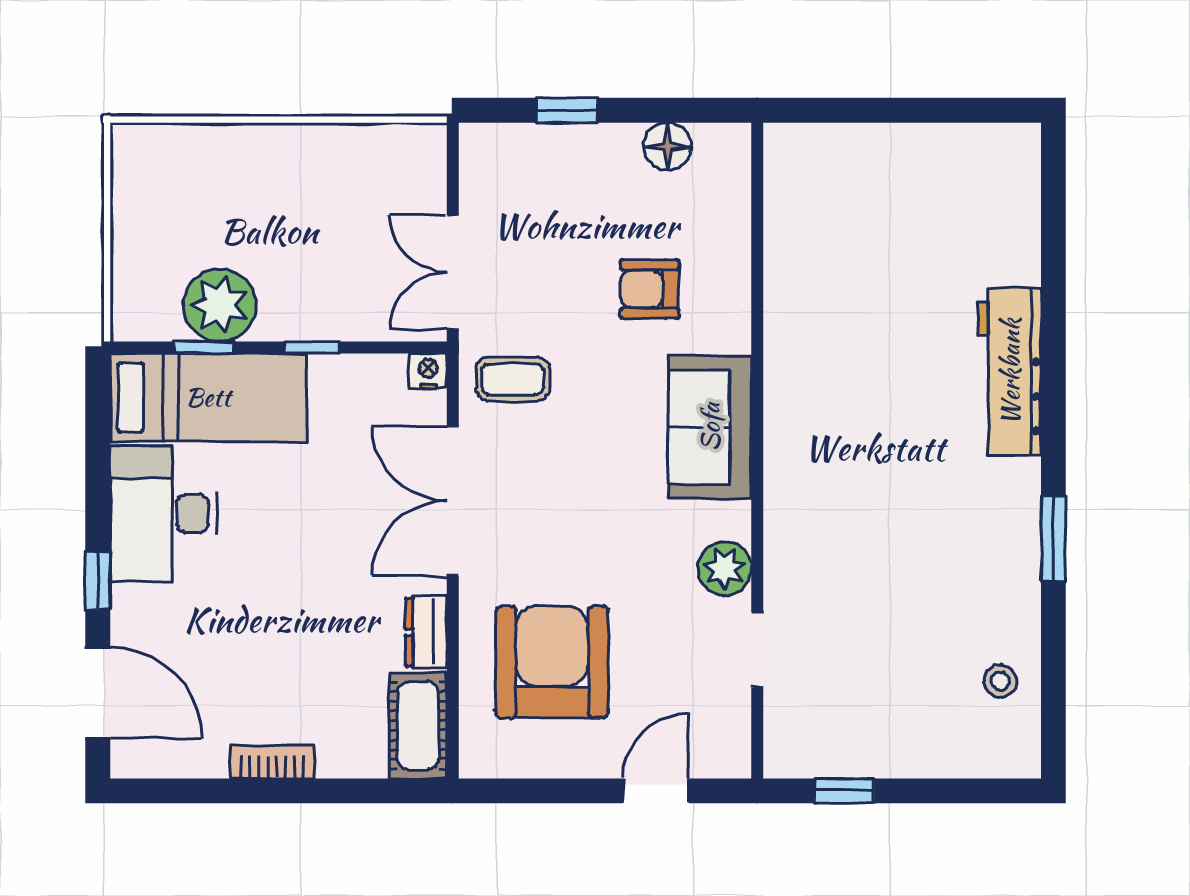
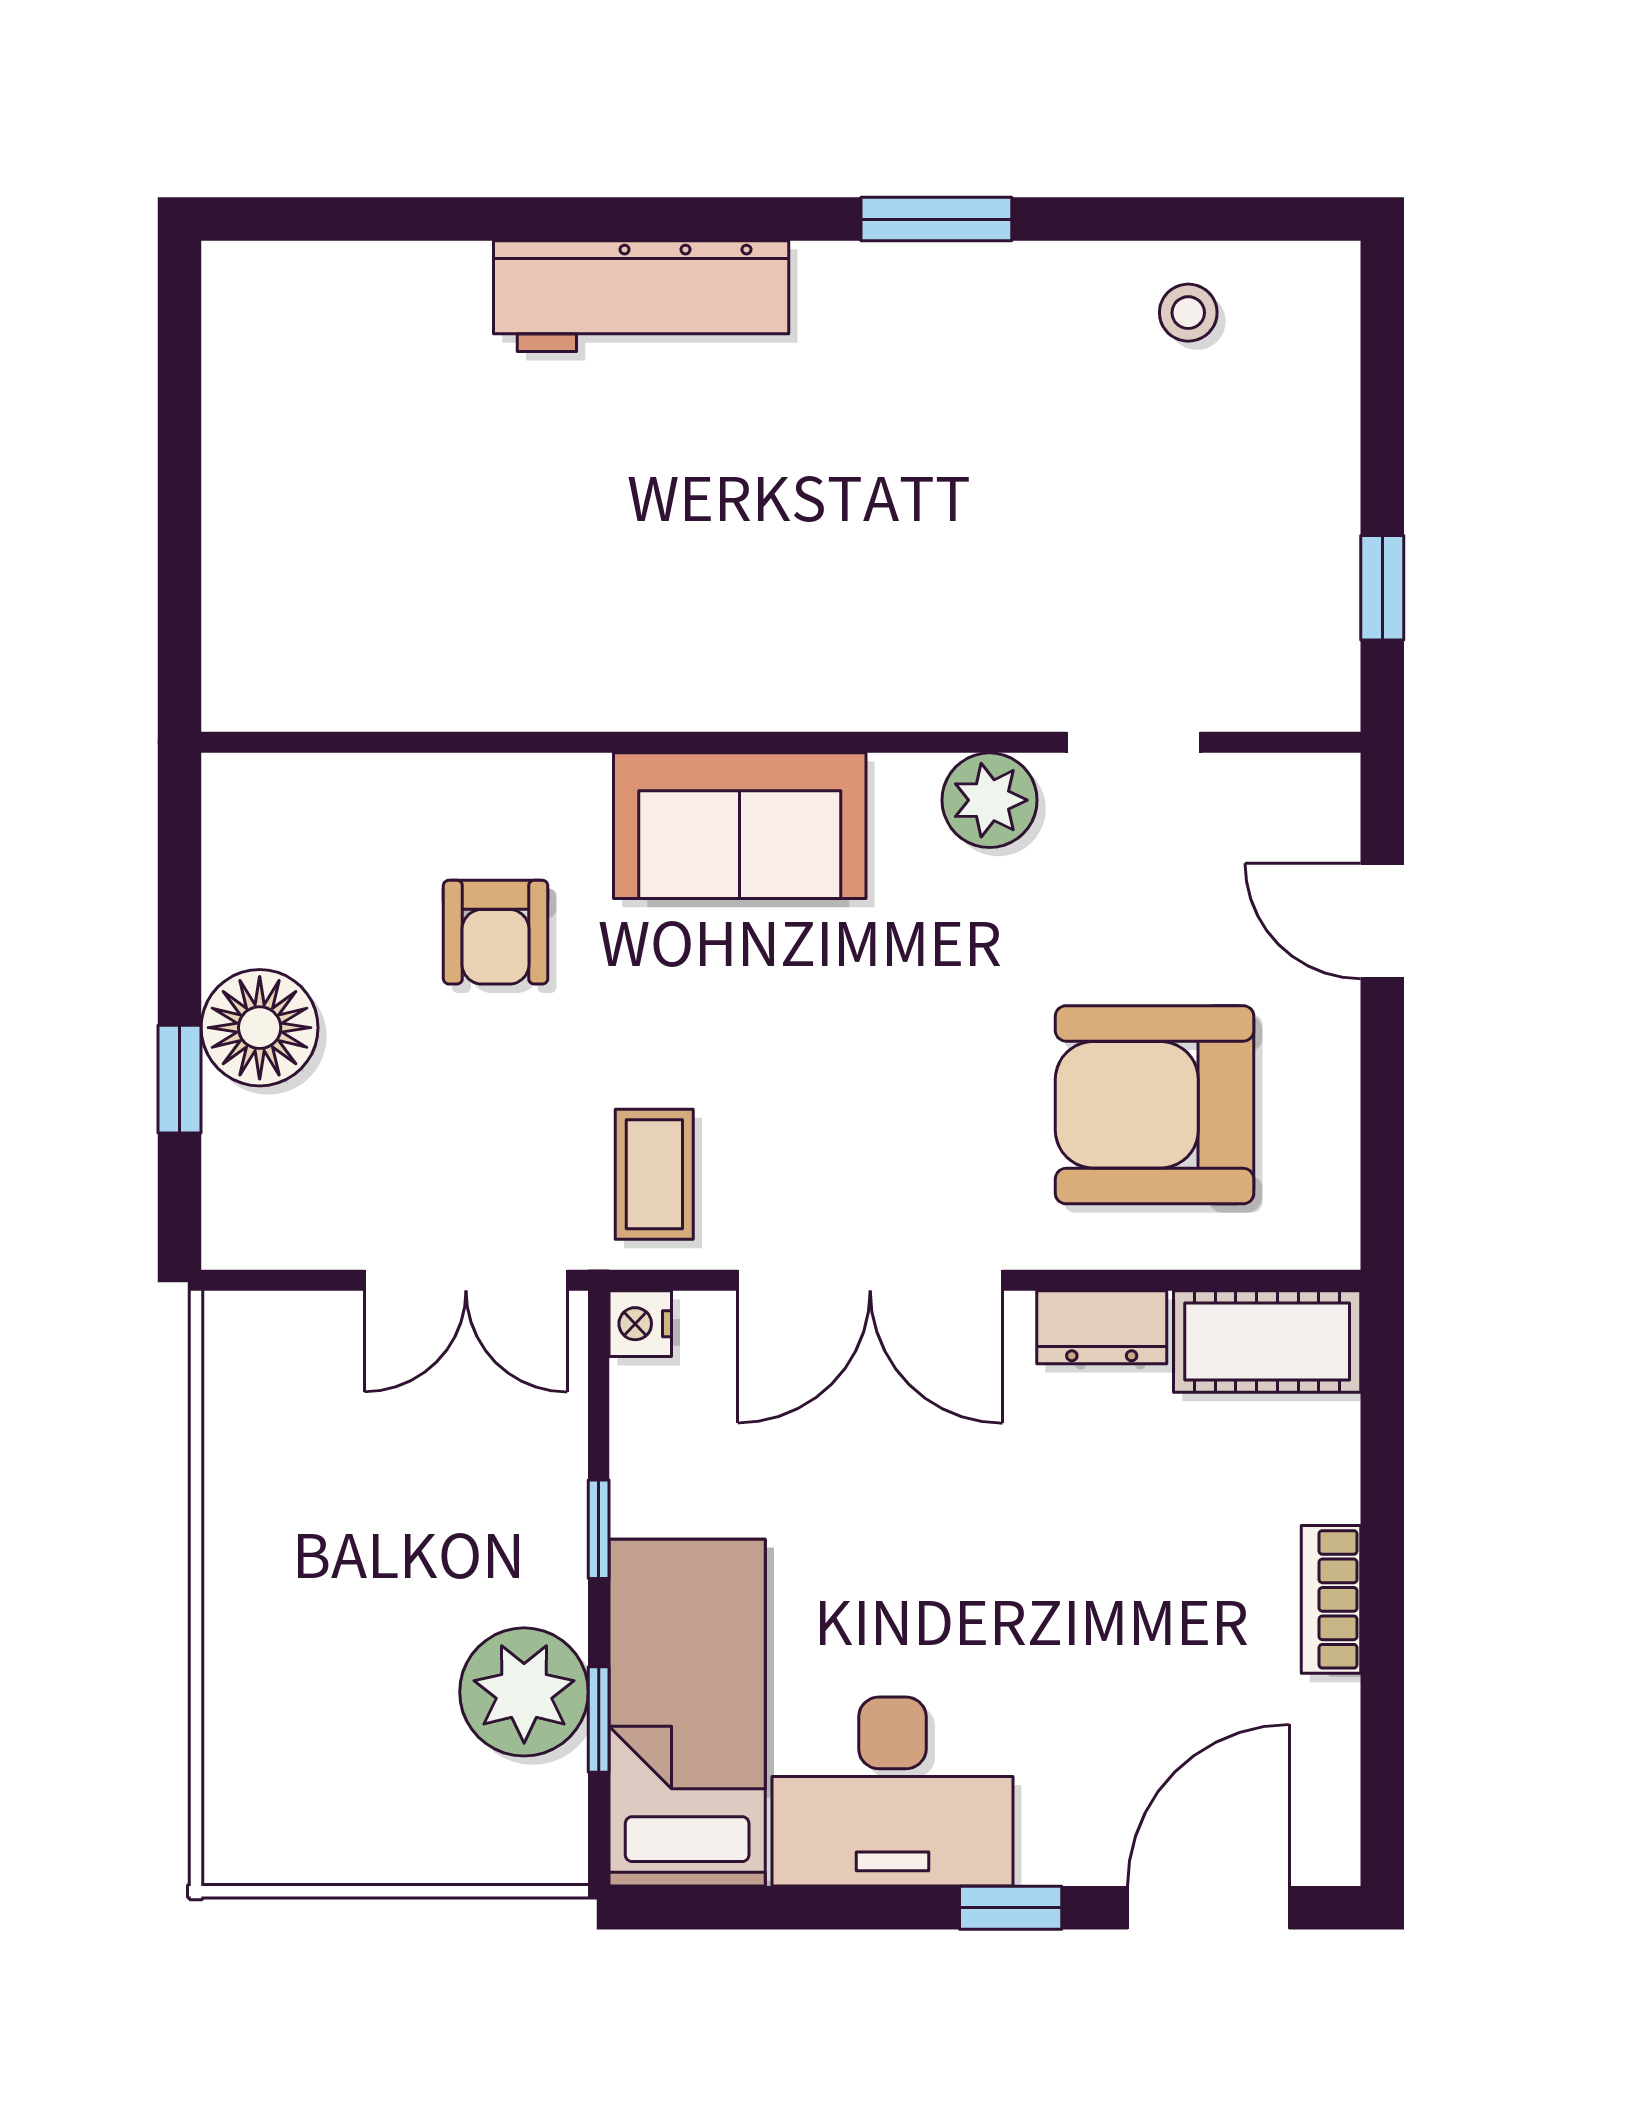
floor lamp: (668, 147) -> (260, 1028), moved, width x1.38, depth x1.38

